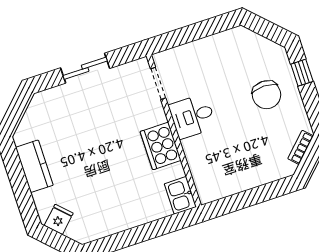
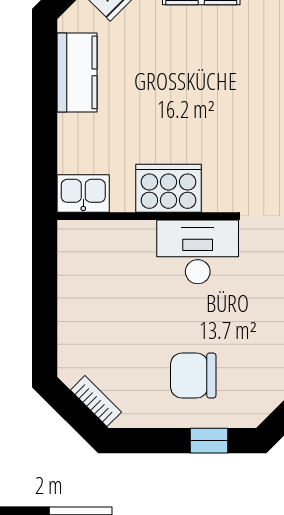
desk: (192, 116) -> (198, 252), width x1.37
kitchen counter: (110, 223) -> (77, 72), added

